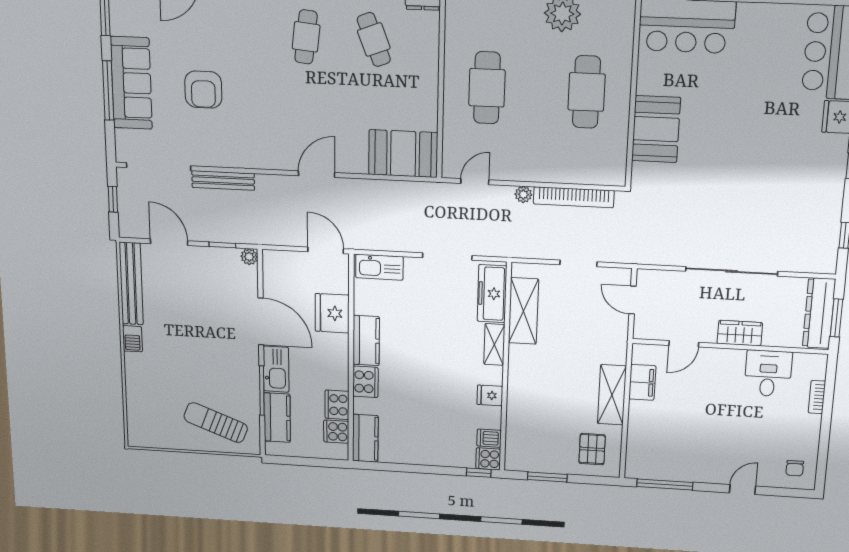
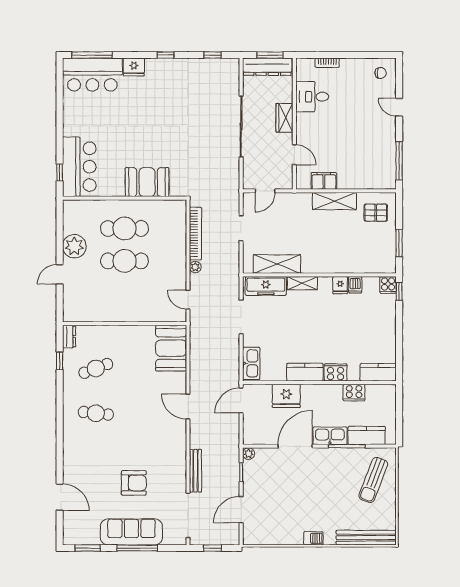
cafe table: (487, 88) -> (125, 261), moved
bench: (131, 284) -> (366, 538), moved
cooker: (336, 432) -> (375, 393), removed
dishwasher: (489, 438) -> (355, 285), moved

